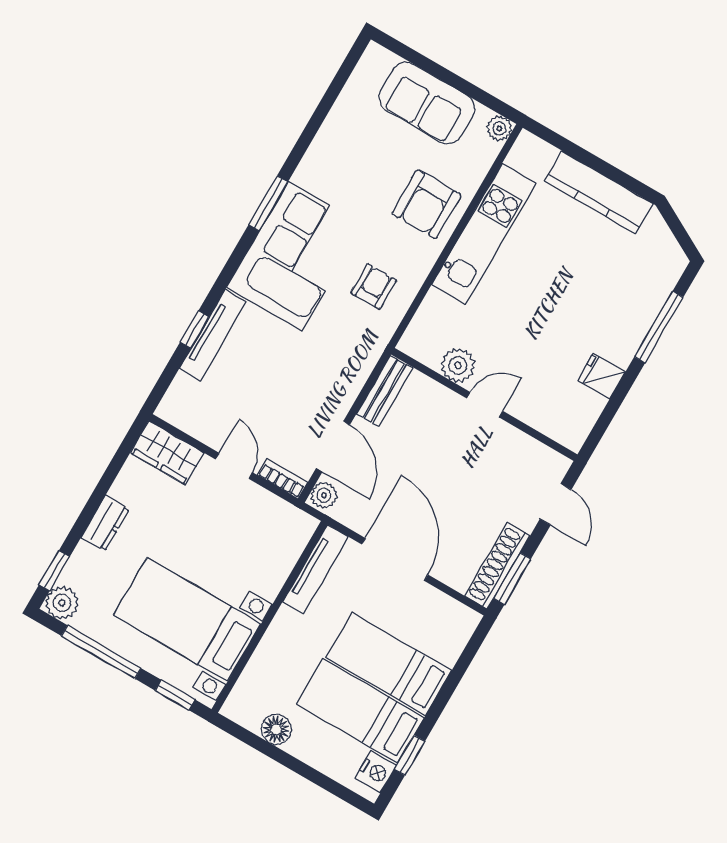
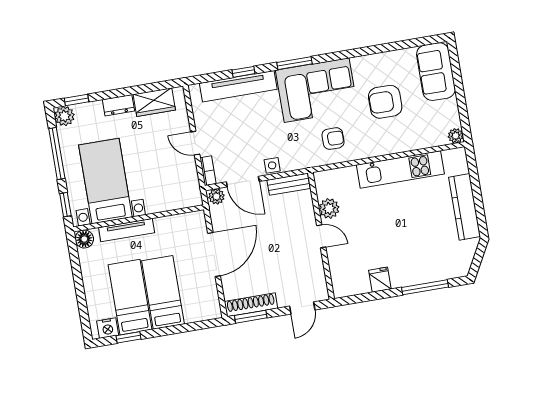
sofa: (427, 103) -> (436, 72), moved
window: (268, 203) -> (295, 63), moved
armchair: (427, 204) -> (385, 102), moved
tv unit: (213, 335) -> (238, 86), width x1.36, depth x1.29
side table: (343, 392) -> (272, 165), added
door: (333, 446) -> (243, 182), hinge flipped
wardrobe: (167, 453) -> (154, 102), moved, turned -90
door: (234, 466) -> (195, 143), swing flipped
tv unit: (315, 569) -> (127, 230), moved
floor lamp: (276, 729) -> (84, 239), moved

